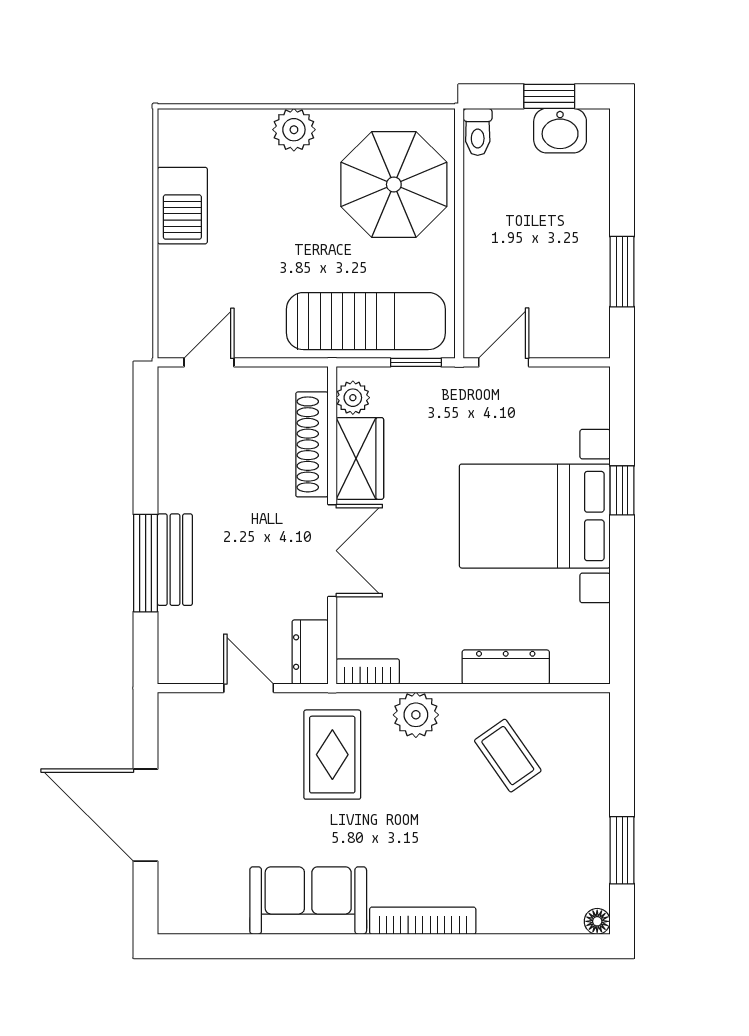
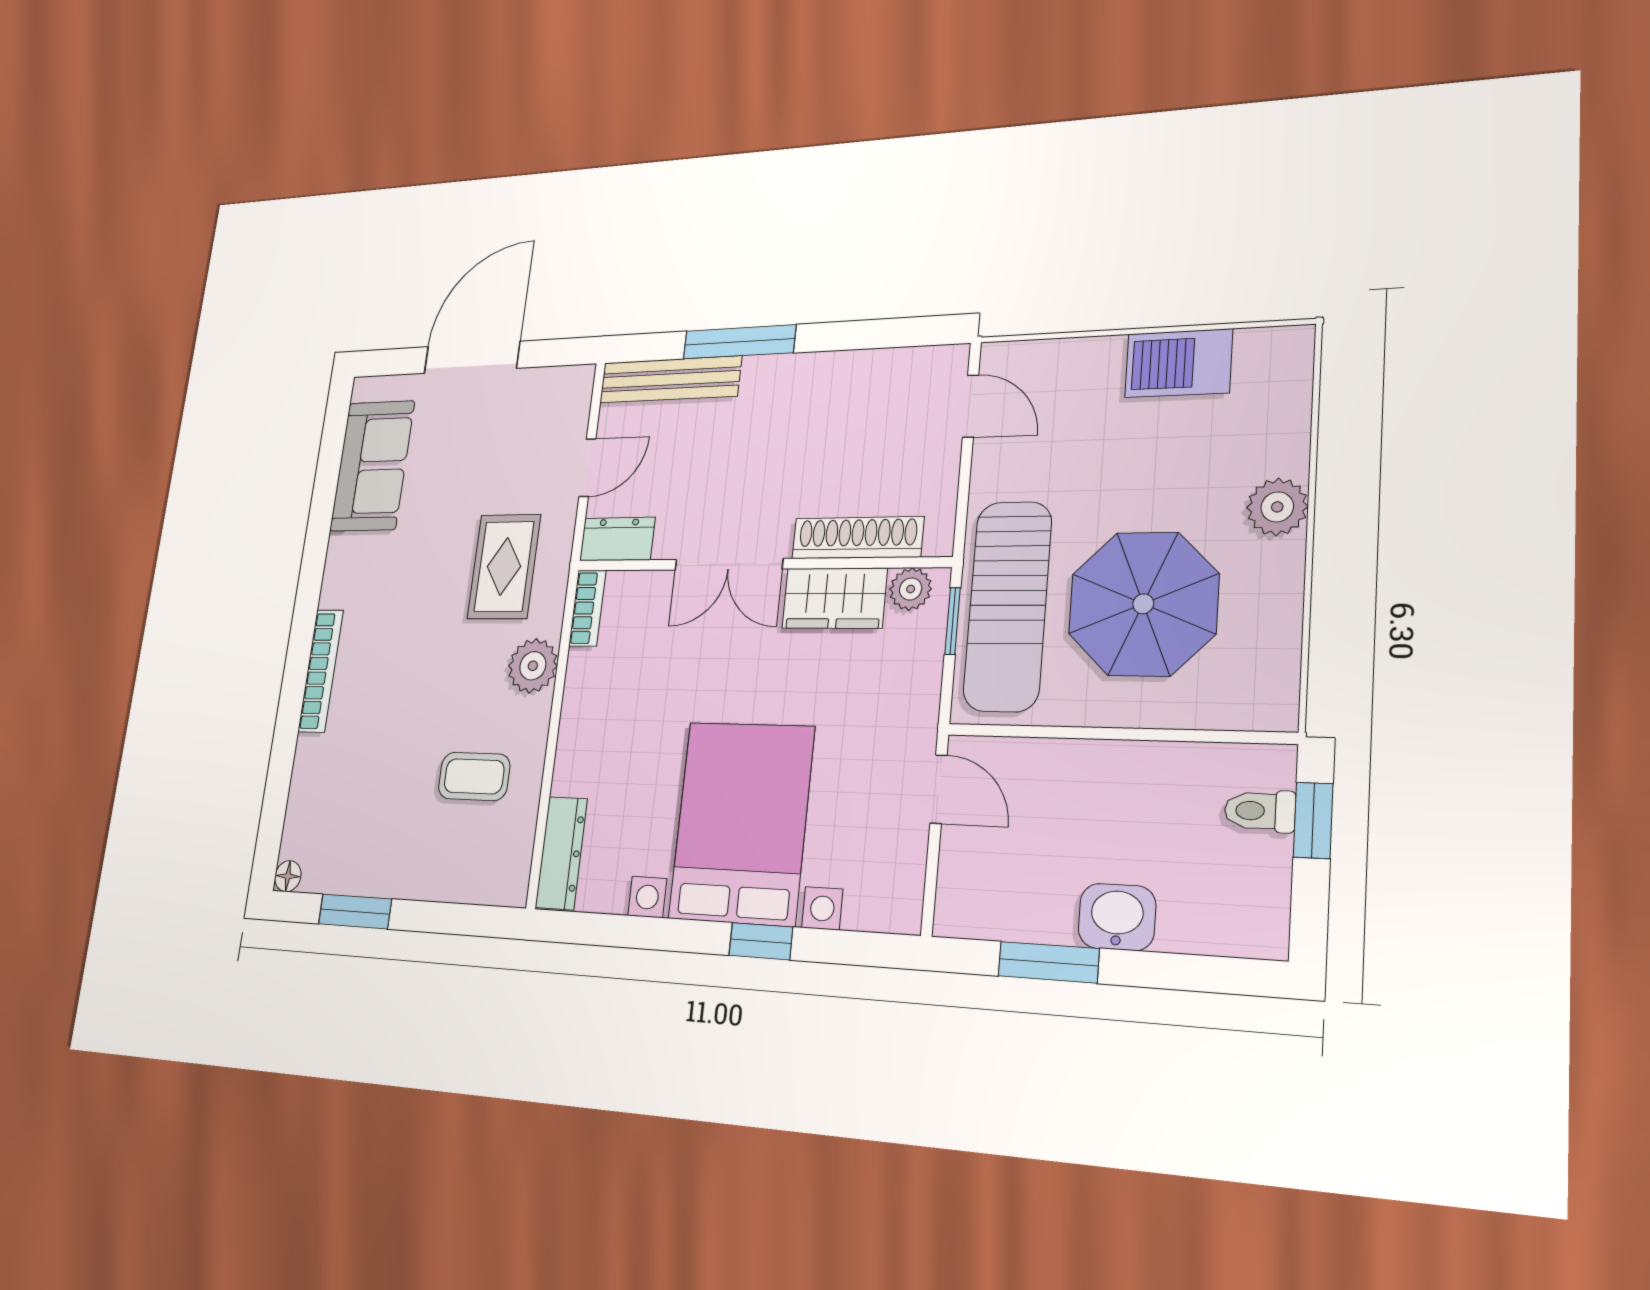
window: (549, 96) -> (1313, 820), moved
washbasin: (560, 131) -> (1117, 917), moved, turned 90
toilet: (478, 132) -> (1260, 811), moved
parasol: (394, 184) -> (1143, 604), moved
window: (416, 362) -> (953, 621), moved
bench: (175, 560) -> (670, 379), moved, width x1.36
dresser: (506, 667) -> (561, 853), moved
rug: (332, 755) -> (504, 566), turned 90
coffee table: (508, 756) -> (474, 776), turned 35
sofa: (308, 901) -> (372, 466), moved

